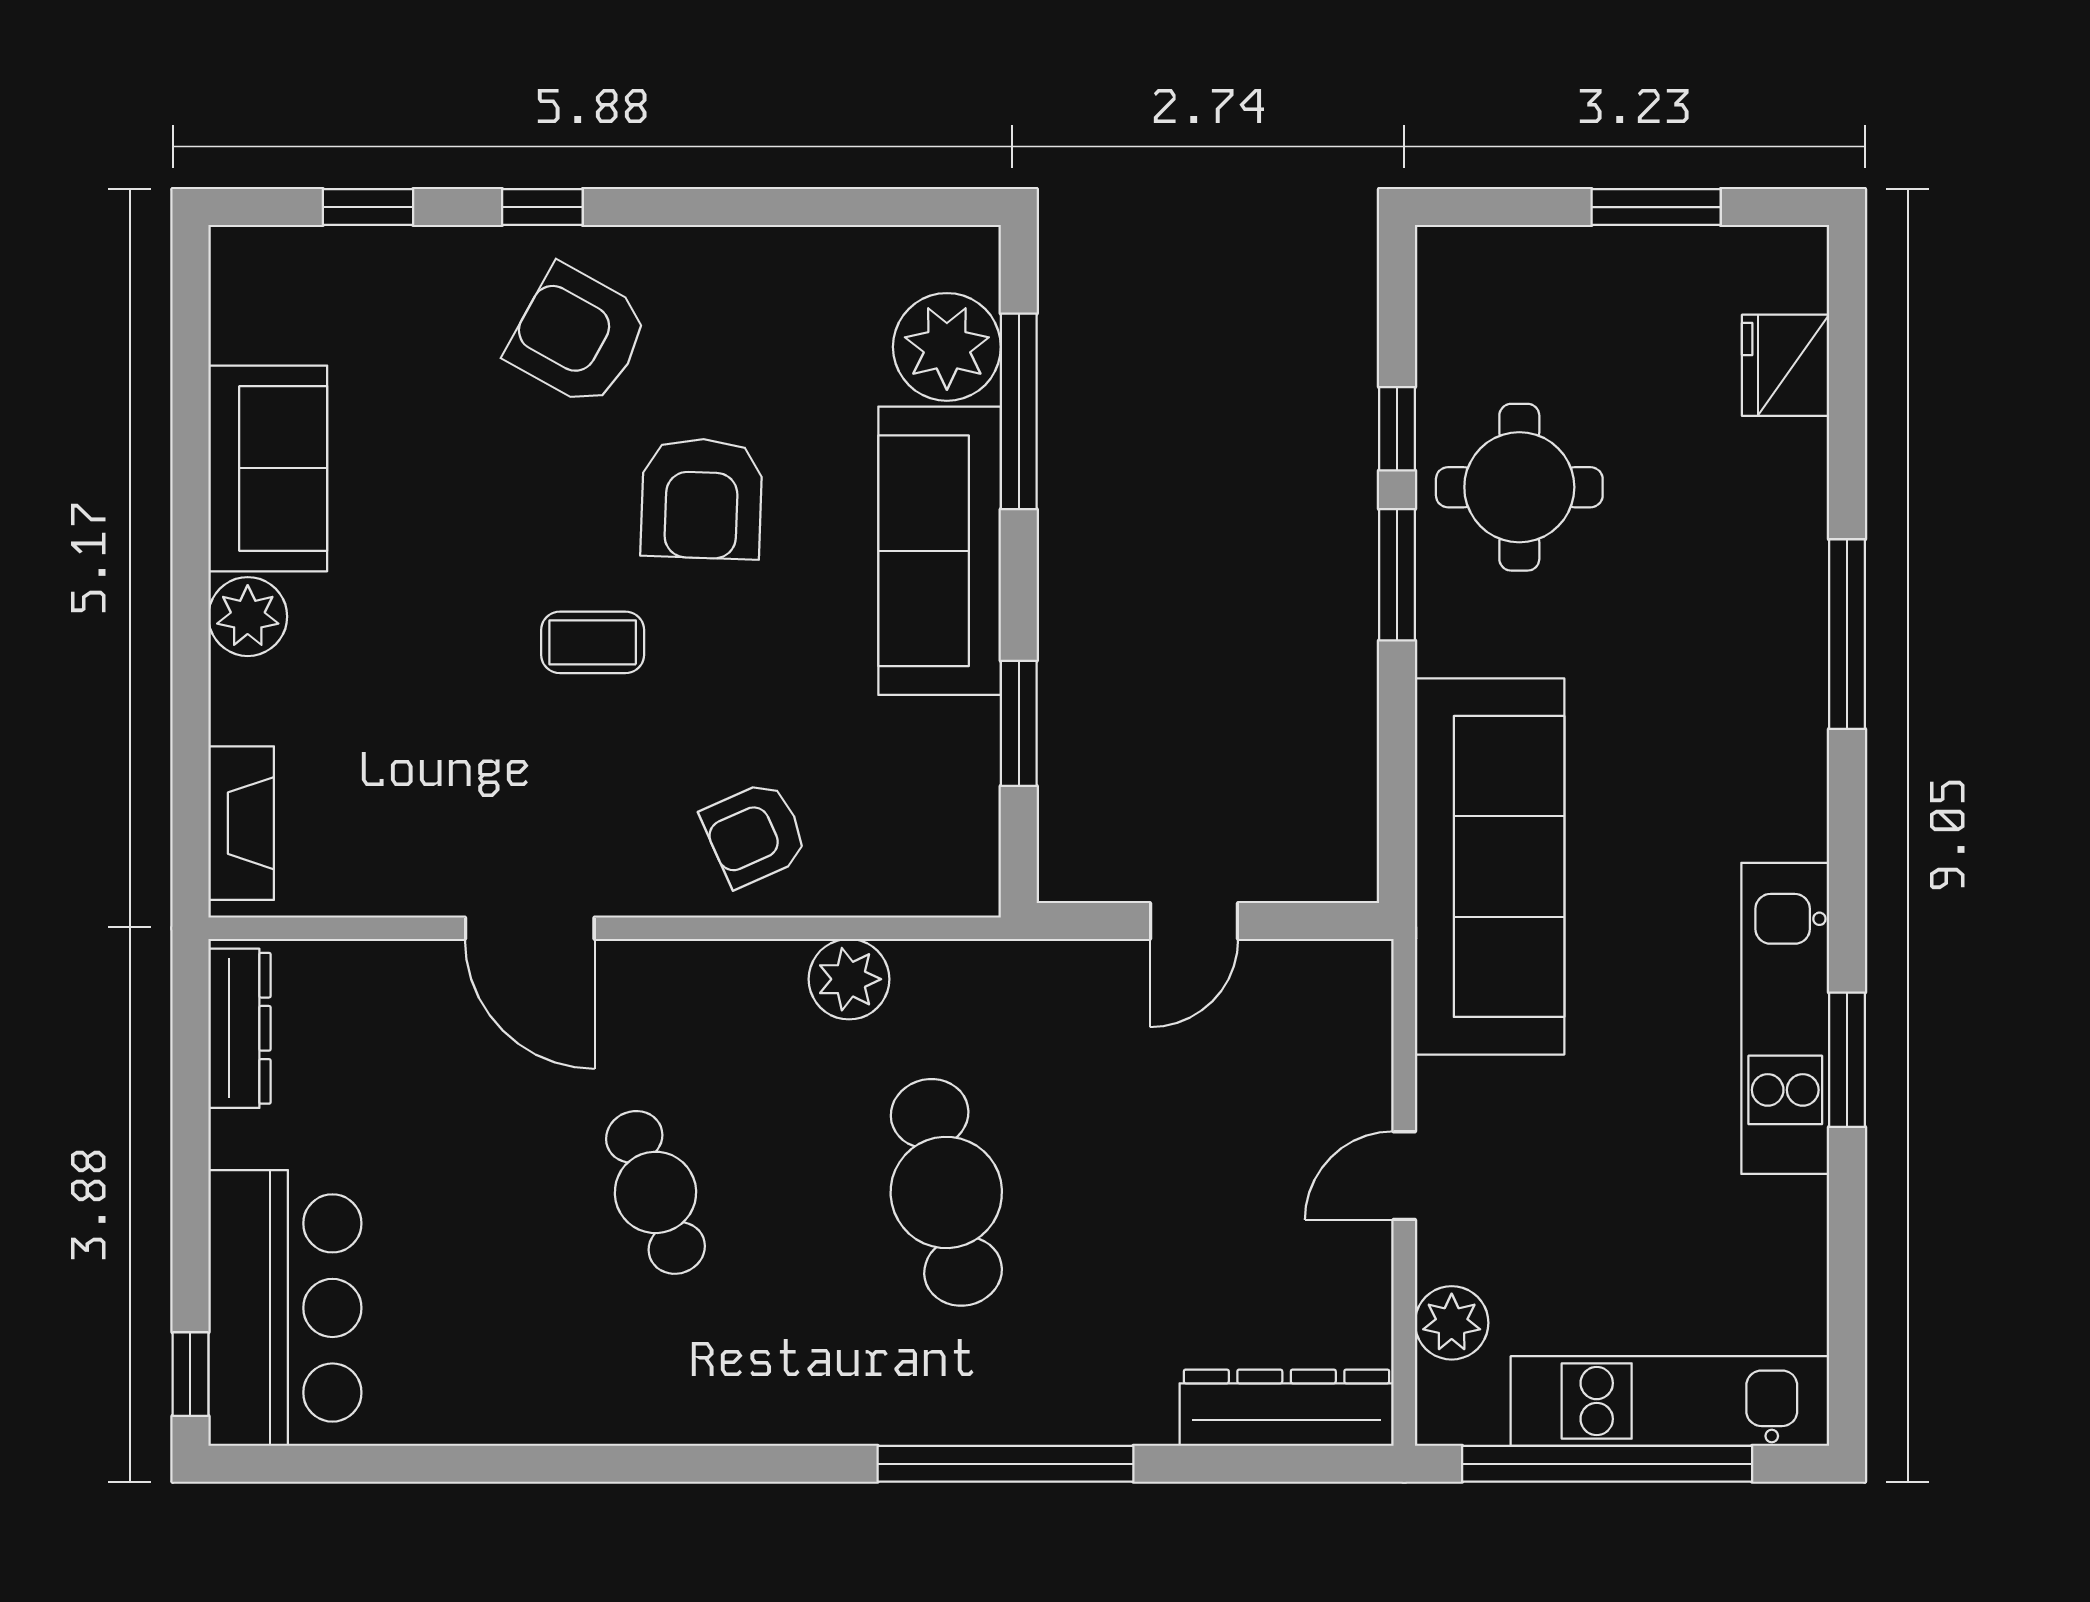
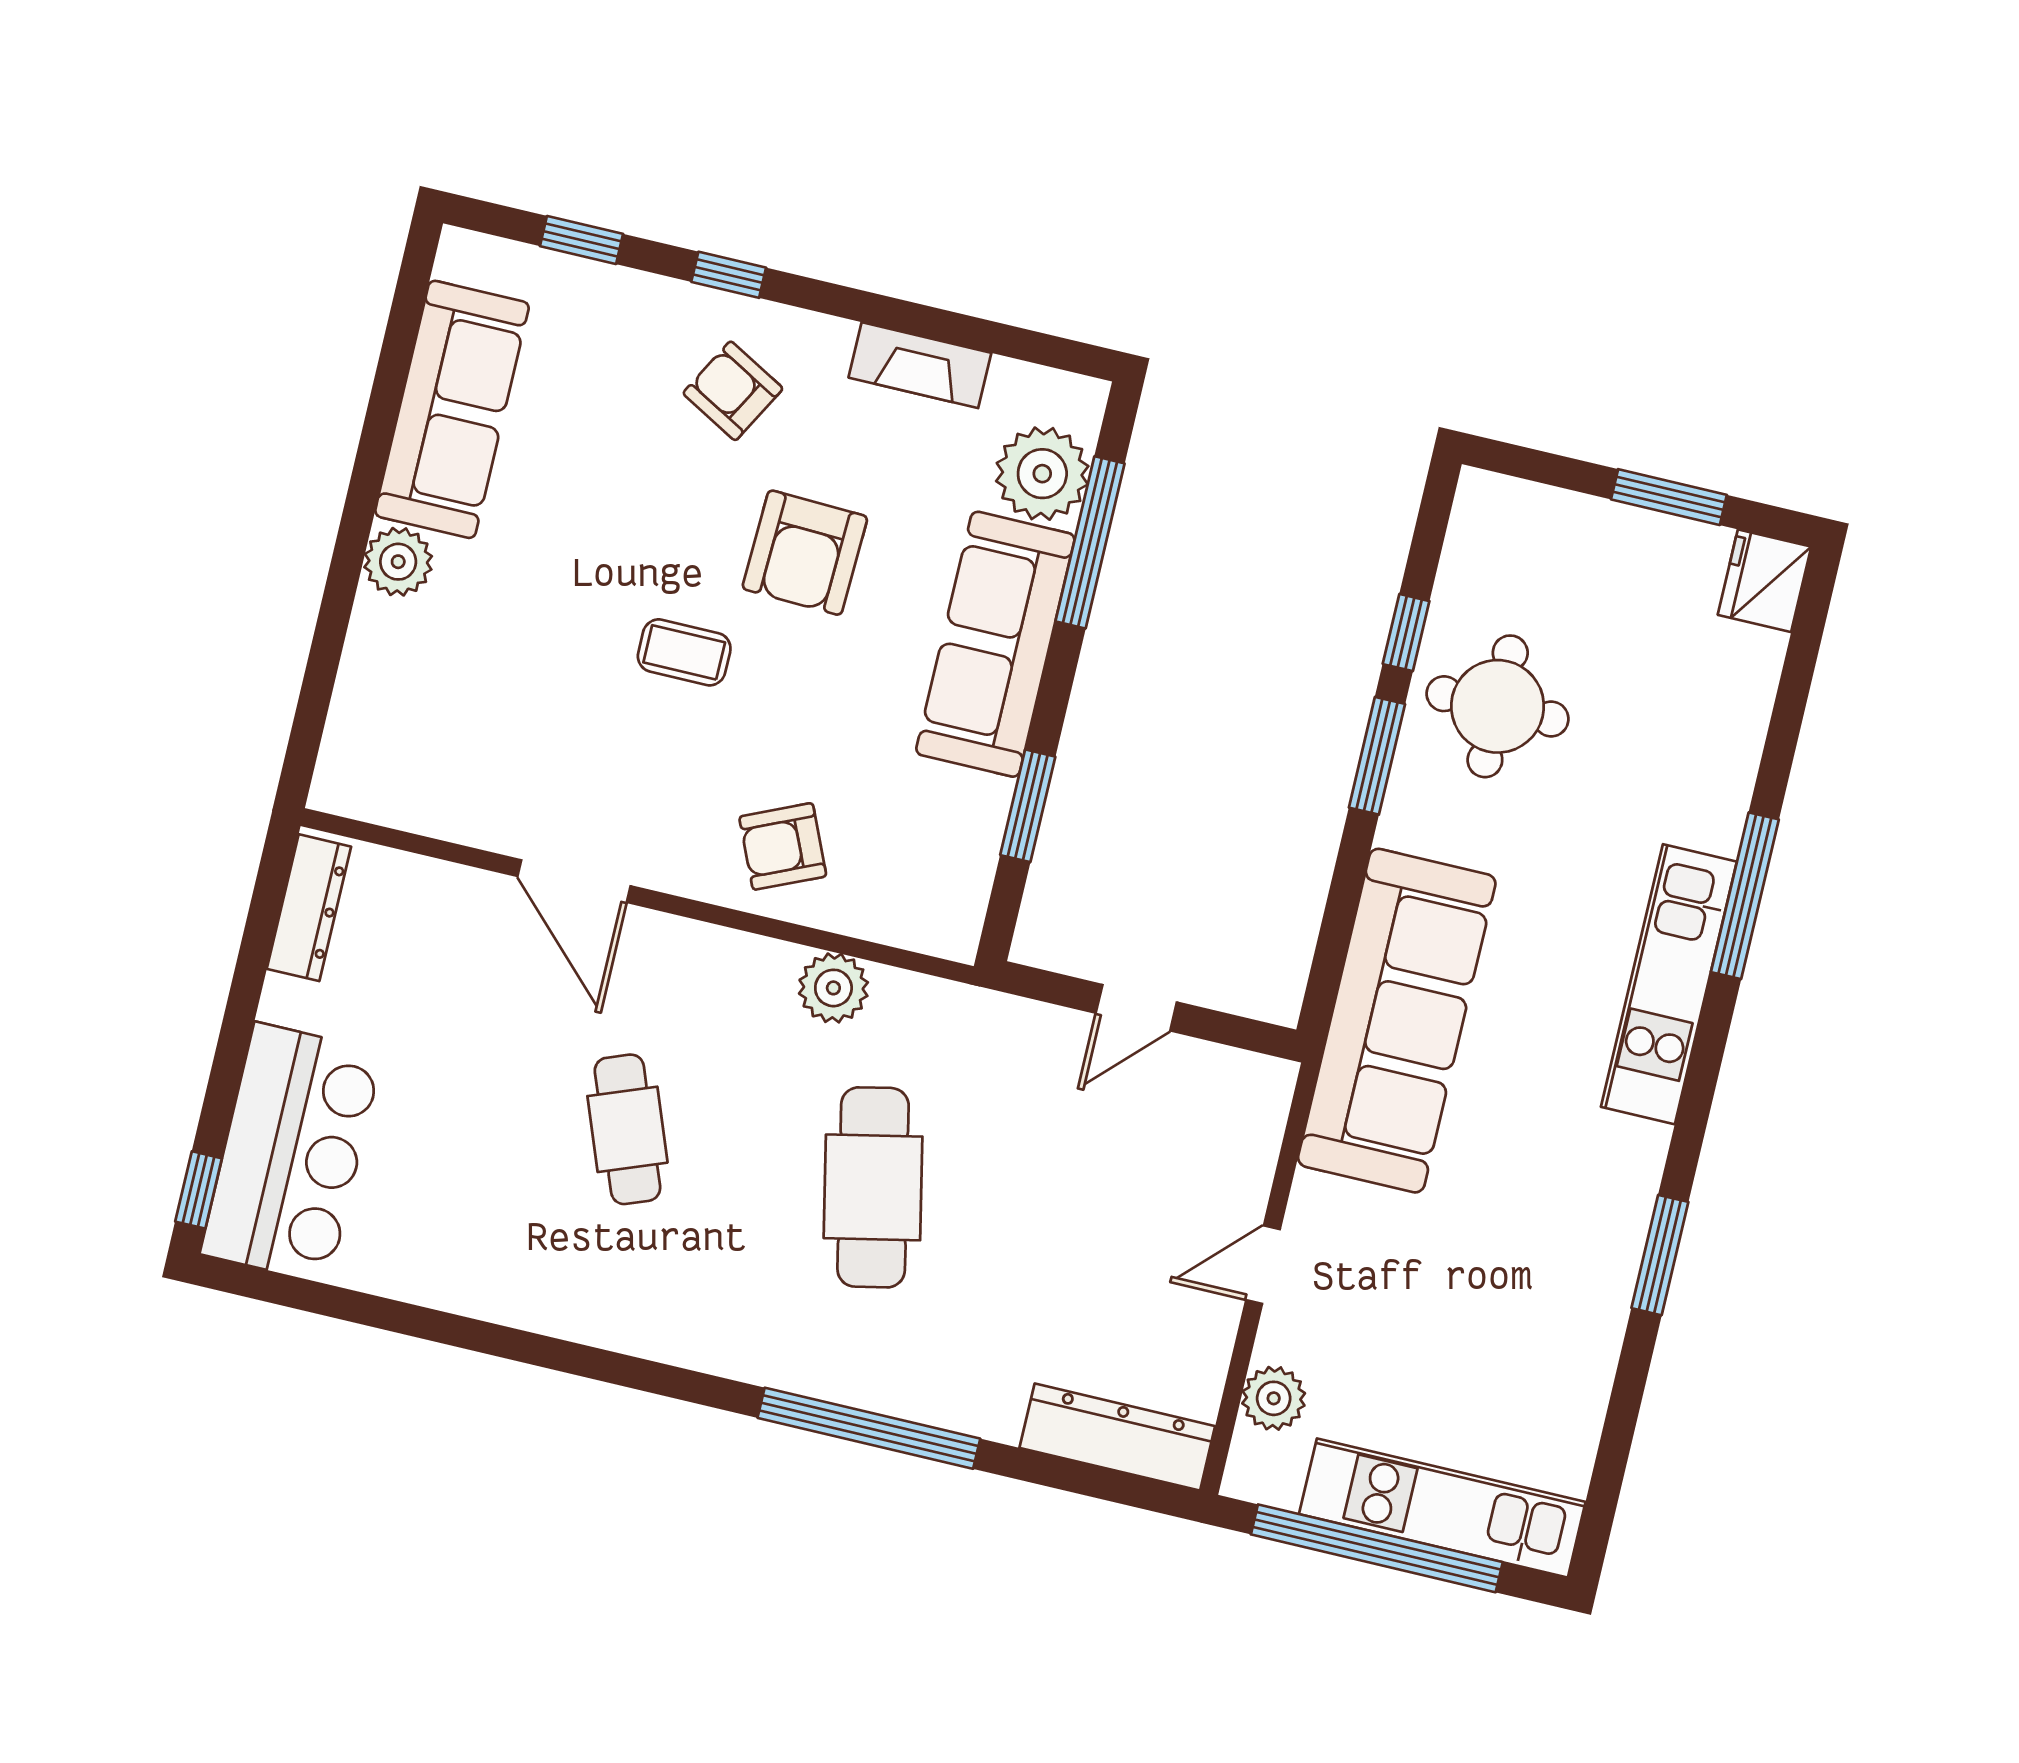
armchair: (578, 336) -> (733, 391), width x0.72, depth x0.72
fridge: (1785, 365) -> (1765, 581), moved
sofa: (268, 468) -> (452, 409), width x1.36
fireplace: (241, 823) -> (920, 365), moved, turned 90
kitchen unit: (1785, 1018) -> (1669, 984), moved

